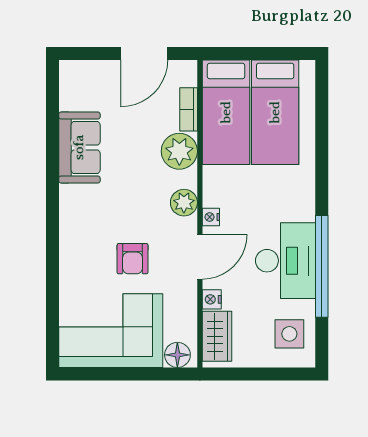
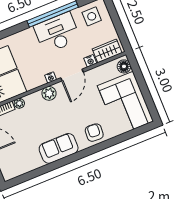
sofa: (79, 147) -> (59, 148), moved
plant: (179, 151) -> (19, 103), width x0.53, depth x0.53
door: (200, 257) -> (72, 75), swing flipped
armchair: (133, 259) -> (94, 133), moved, turned -86

